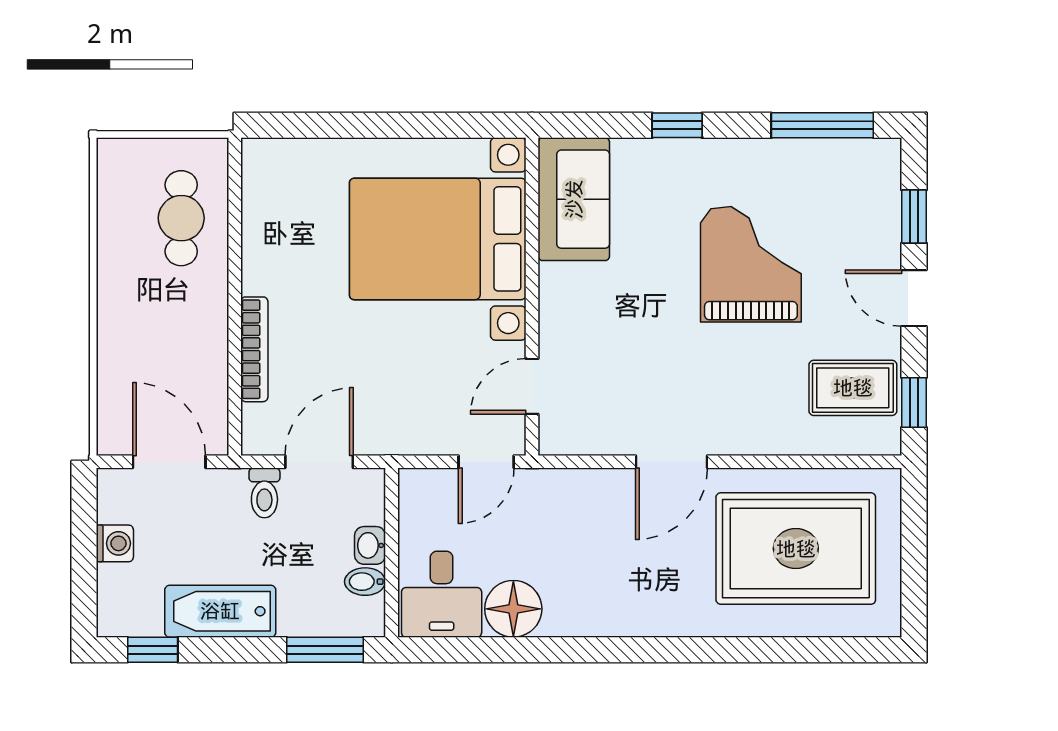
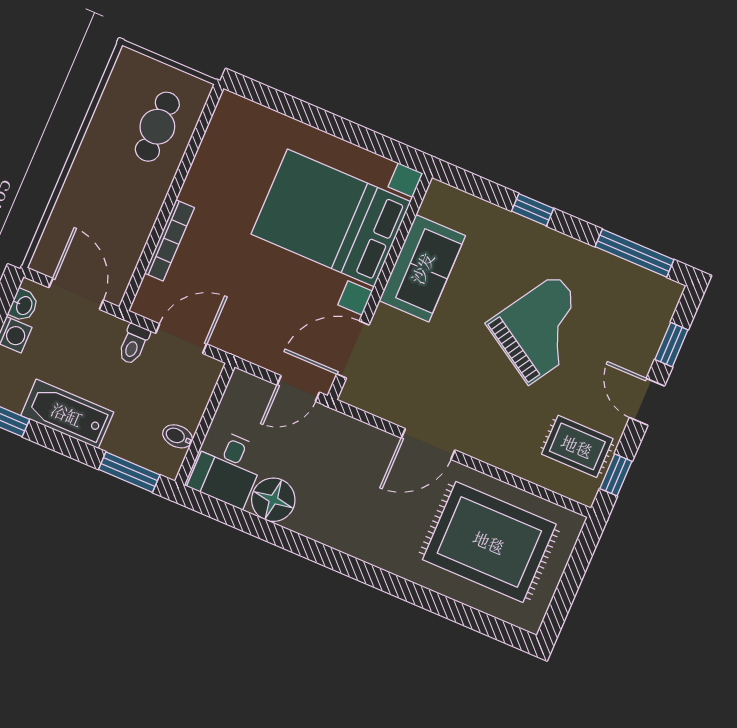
sofa: (574, 199) -> (422, 268), moved
grand piano: (751, 264) -> (543, 329), turned 32
door: (532, 386) -> (353, 349), width x1.38
washbasin: (370, 545) -> (24, 305), moved, turned 180

